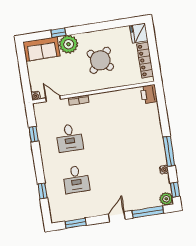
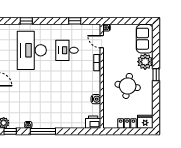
window: (58, 33) -> (156, 75), moved
round table: (100, 60) -> (128, 86), turned -33
locker: (145, 60) -> (127, 123), width x0.66
water cooler: (121, 95) -> (96, 99), added
door: (53, 99) -> (102, 42), swing flipped
desk: (76, 179) -> (32, 50), width x1.87, depth x1.30

